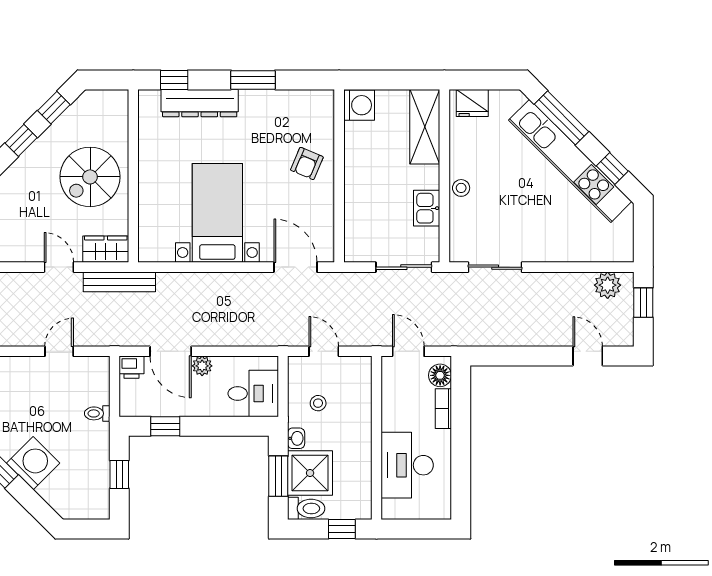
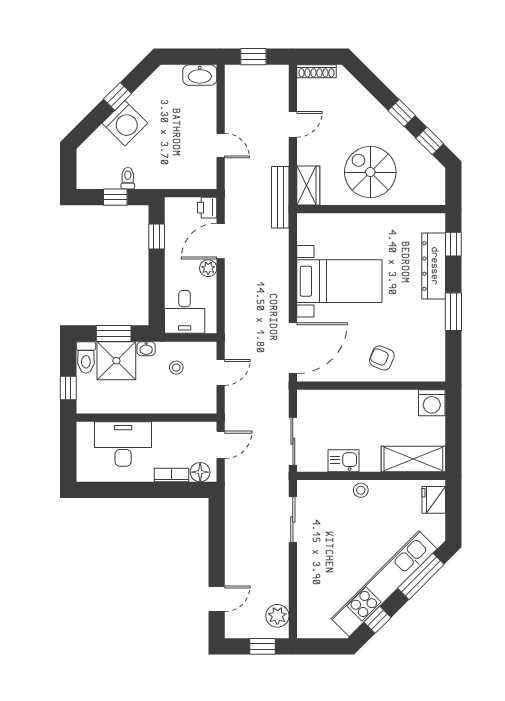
door: (59, 267) -> (293, 124), moved
door: (295, 267) -> (293, 348), width x1.36
toilet: (97, 413) -> (128, 178), moved

